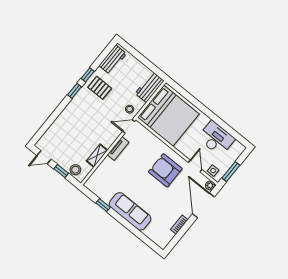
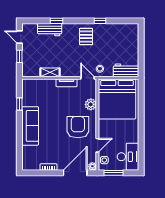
workbench: (113, 60) -> (50, 30), moved
pallet: (100, 88) -> (86, 37), moved
window: (75, 91) -> (56, 21), moved
desk: (216, 138) -> (128, 157), moved
plant: (154, 143) -> (91, 104), added
stool: (75, 170) -> (28, 65), removed

